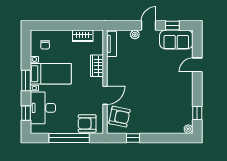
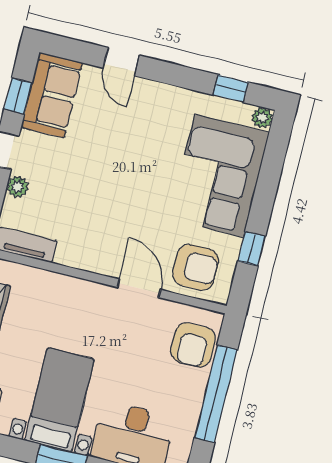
wardrobe: (97, 66) -> (67, 290), removed
armchair: (120, 117) -> (196, 267), turned 78
corner sofa: (160, 117) -> (219, 176), added

